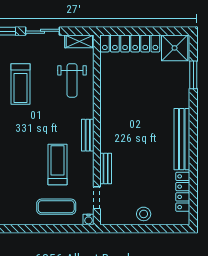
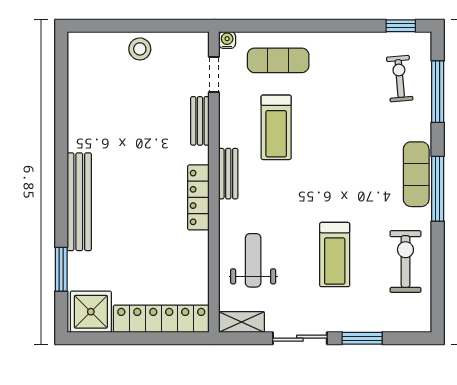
treadmill: (21, 84) -> (335, 255), turned 180
bench: (182, 139) -> (79, 202), moved
locker: (183, 192) -> (198, 197), moved, turned 180

